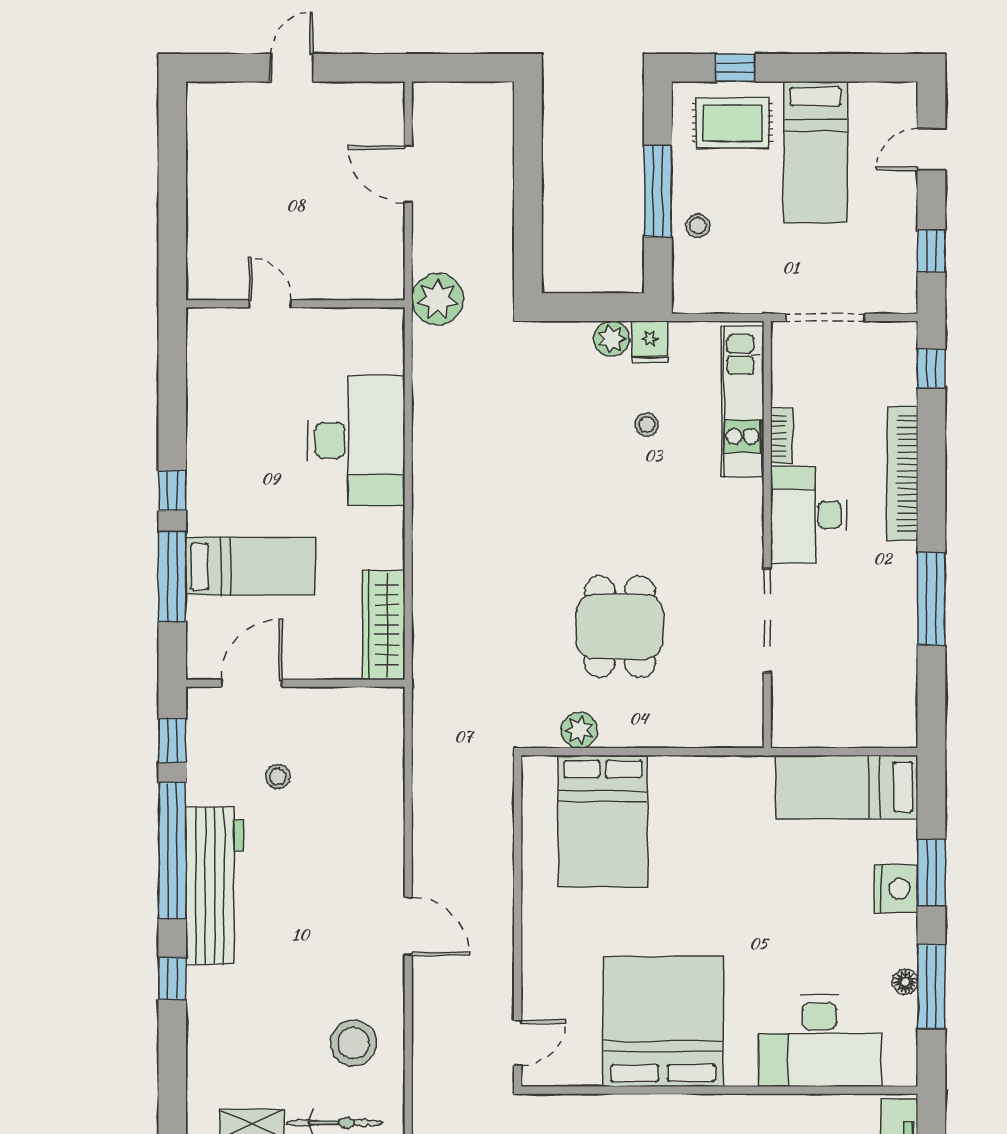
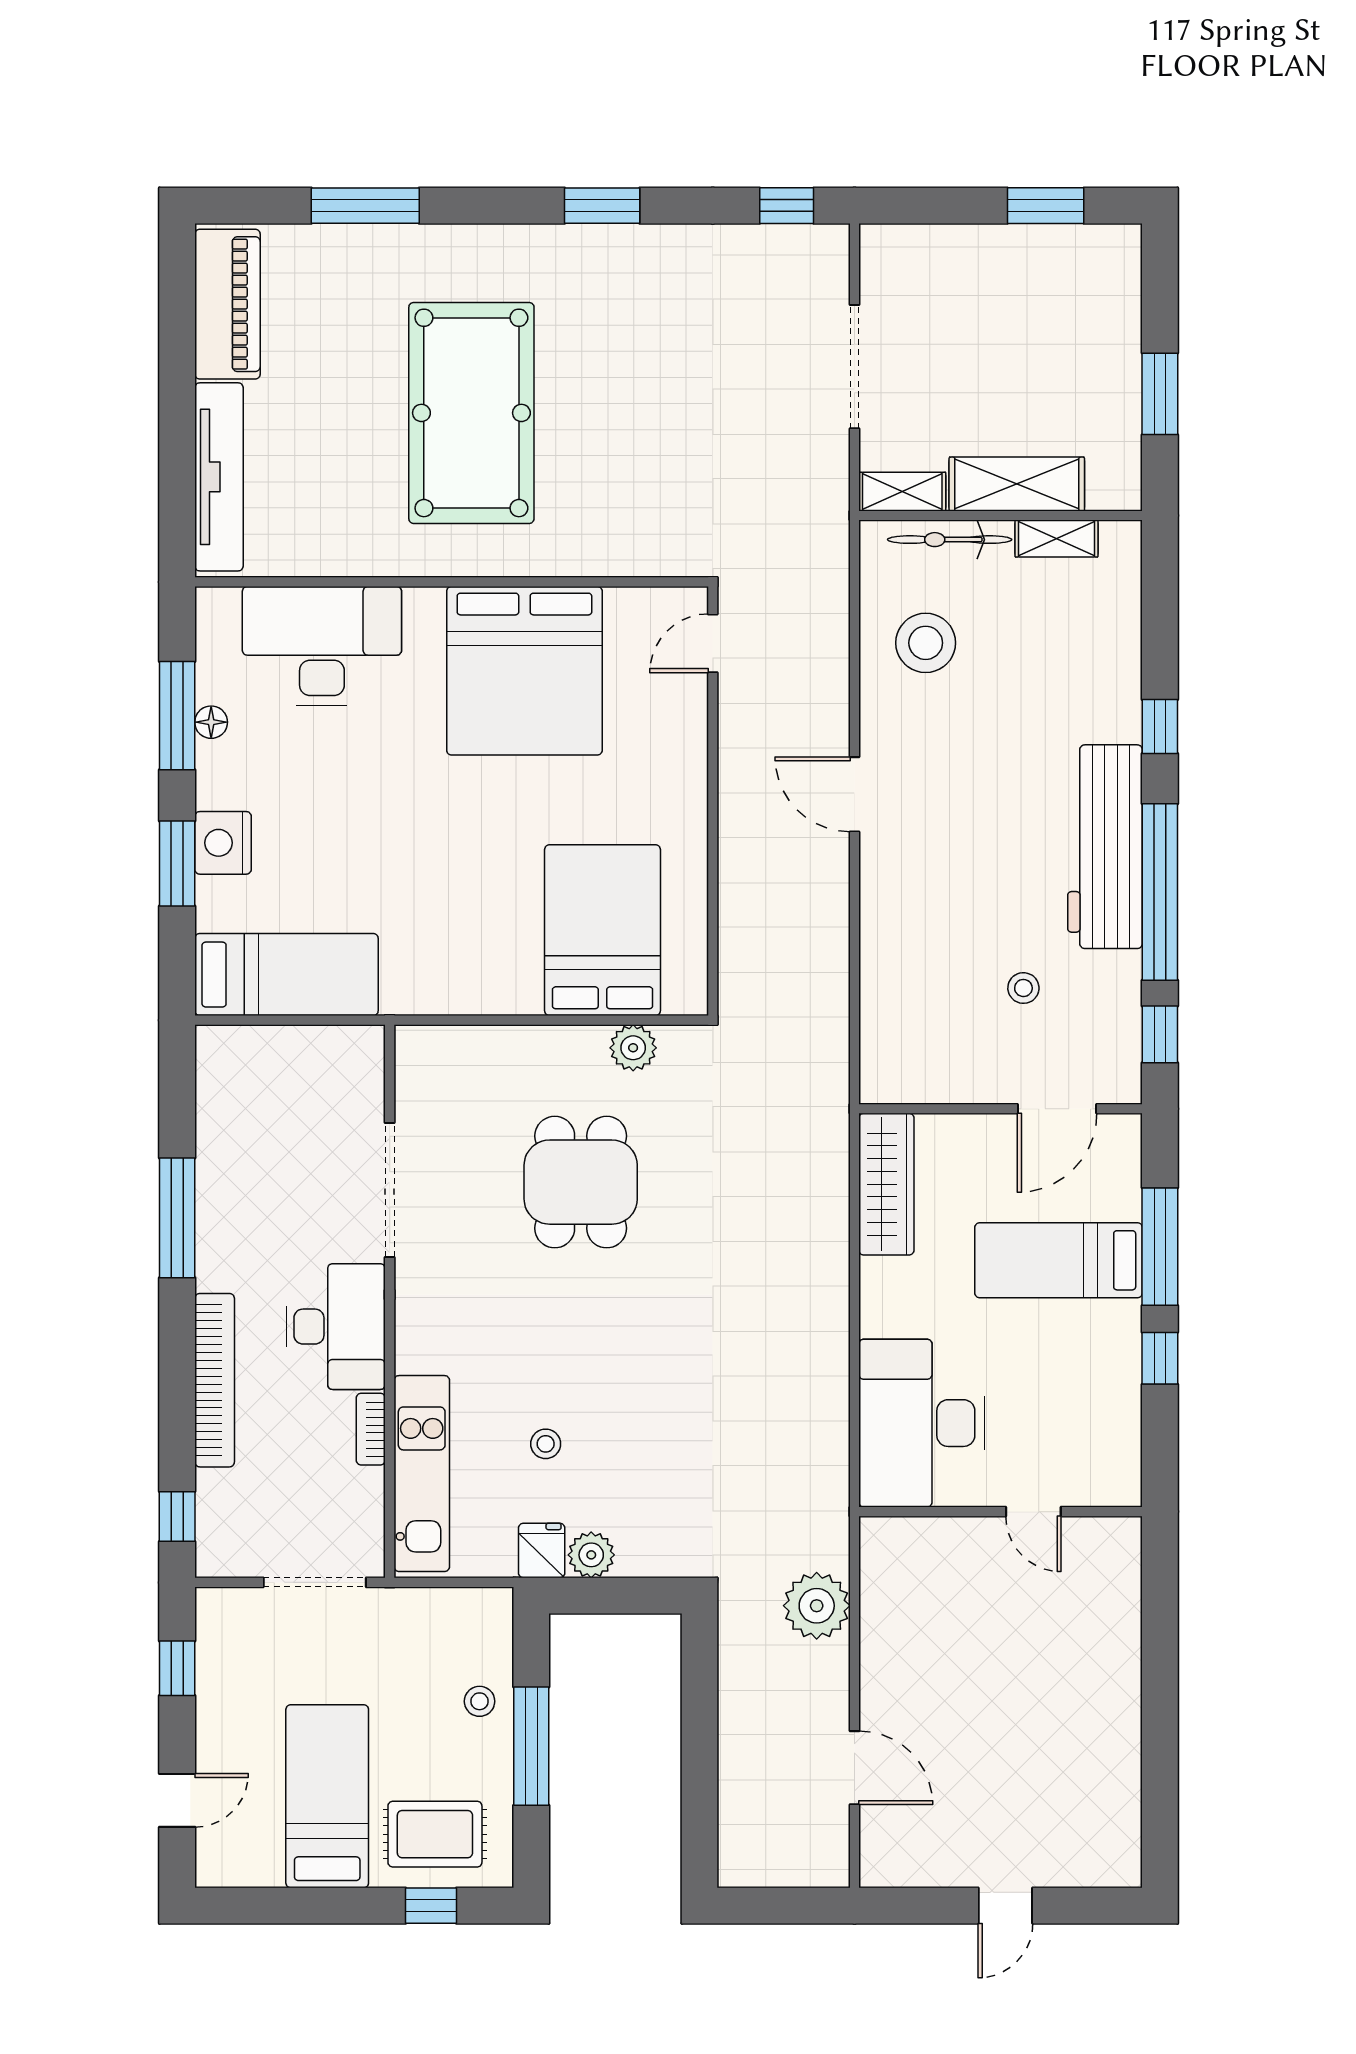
door: (270, 304) -> (1033, 1512), moved
wall: (295, 304) -> (1001, 1512), moved

